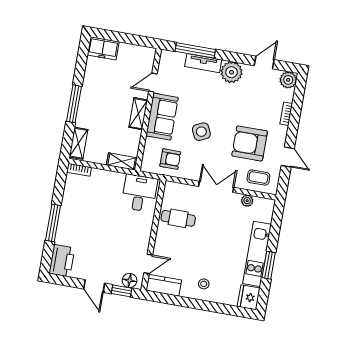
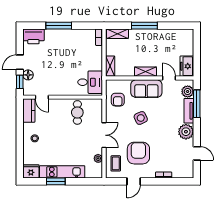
freezer: (103, 48) -> (187, 66), moved
plant: (288, 80) -> (188, 91), moved
floor lamp: (130, 280) -> (28, 75), moved

